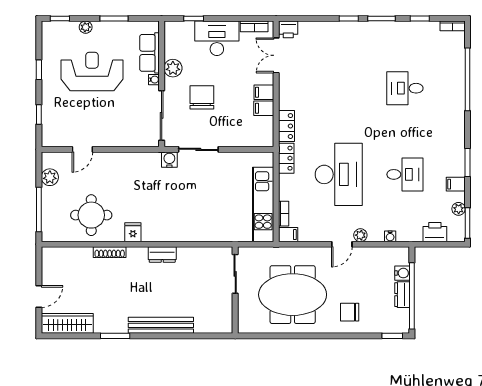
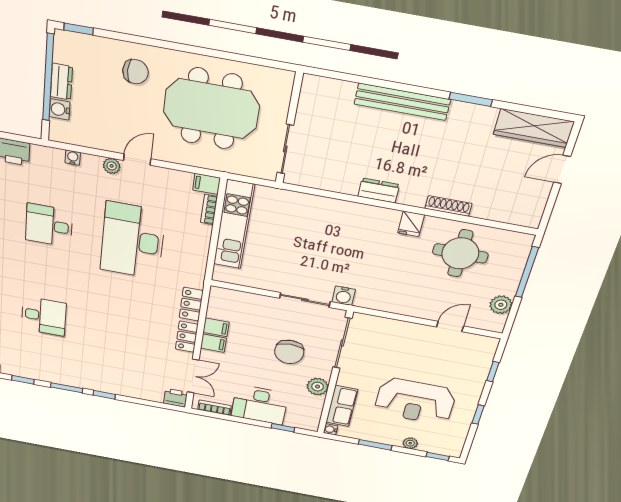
water cooler: (154, 80) -> (331, 429), moved
locker: (286, 158) -> (187, 337), moved

